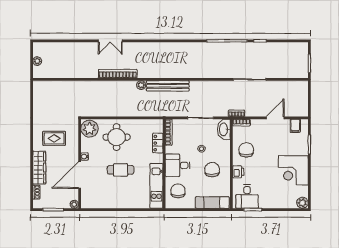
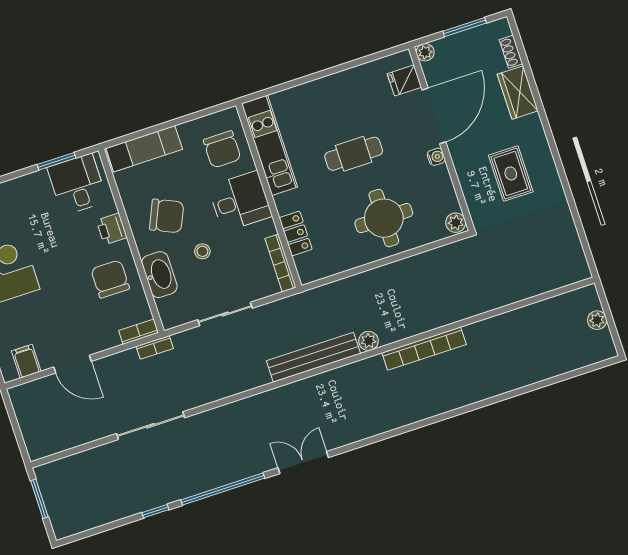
double door: (110, 41) -> (303, 463), moved
door: (275, 118) -> (72, 364), hinge flipped
plant: (89, 129) -> (456, 223), width x0.53, depth x0.53
washbasin: (224, 129) -> (159, 275), moved
rug: (54, 138) -> (511, 174), turned 90
chair: (246, 150) -> (110, 279), turned 180
wardrobe: (39, 168) -> (518, 93), width x0.67
chair: (212, 170) -> (167, 216), turned -66
fridge: (88, 195) -> (404, 80), added

